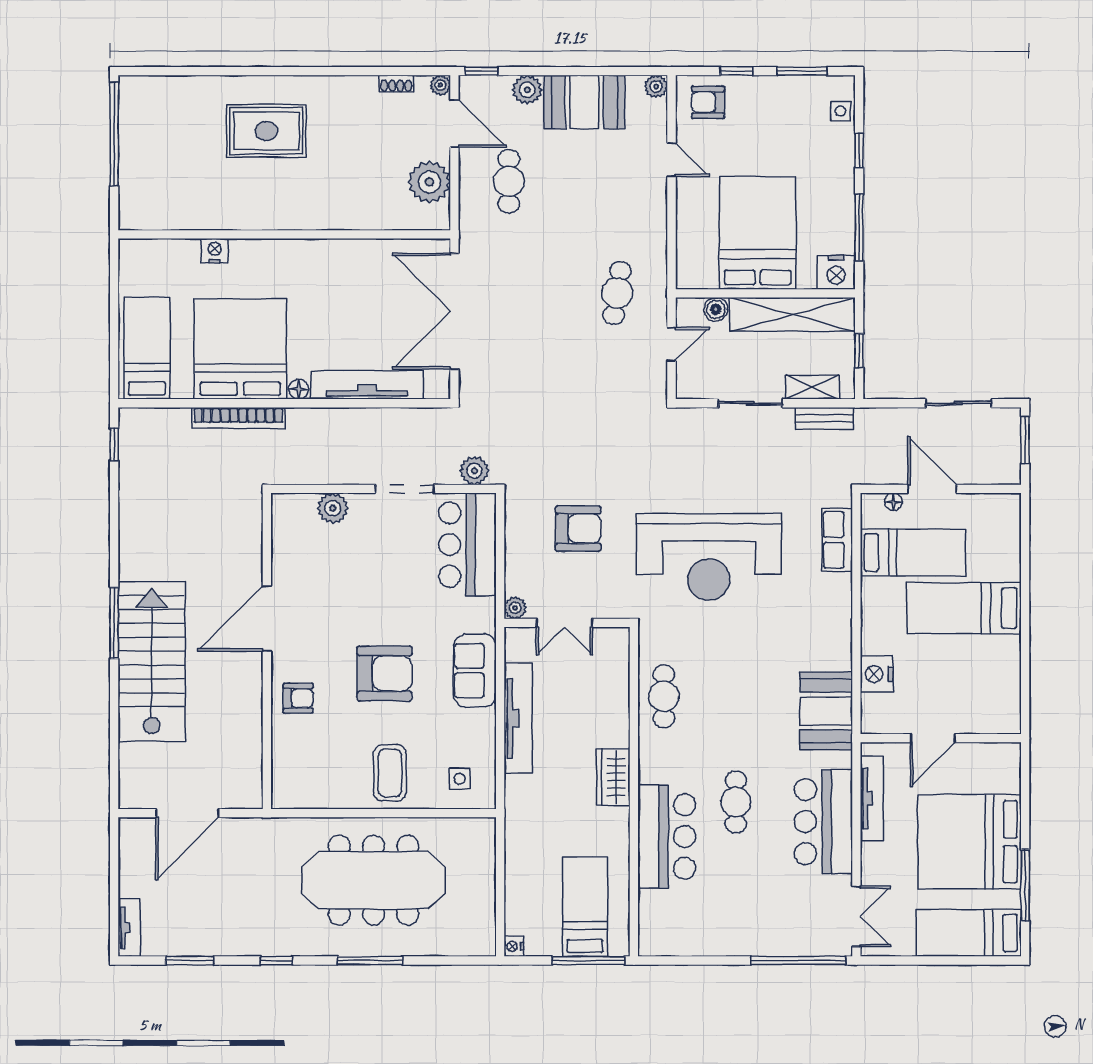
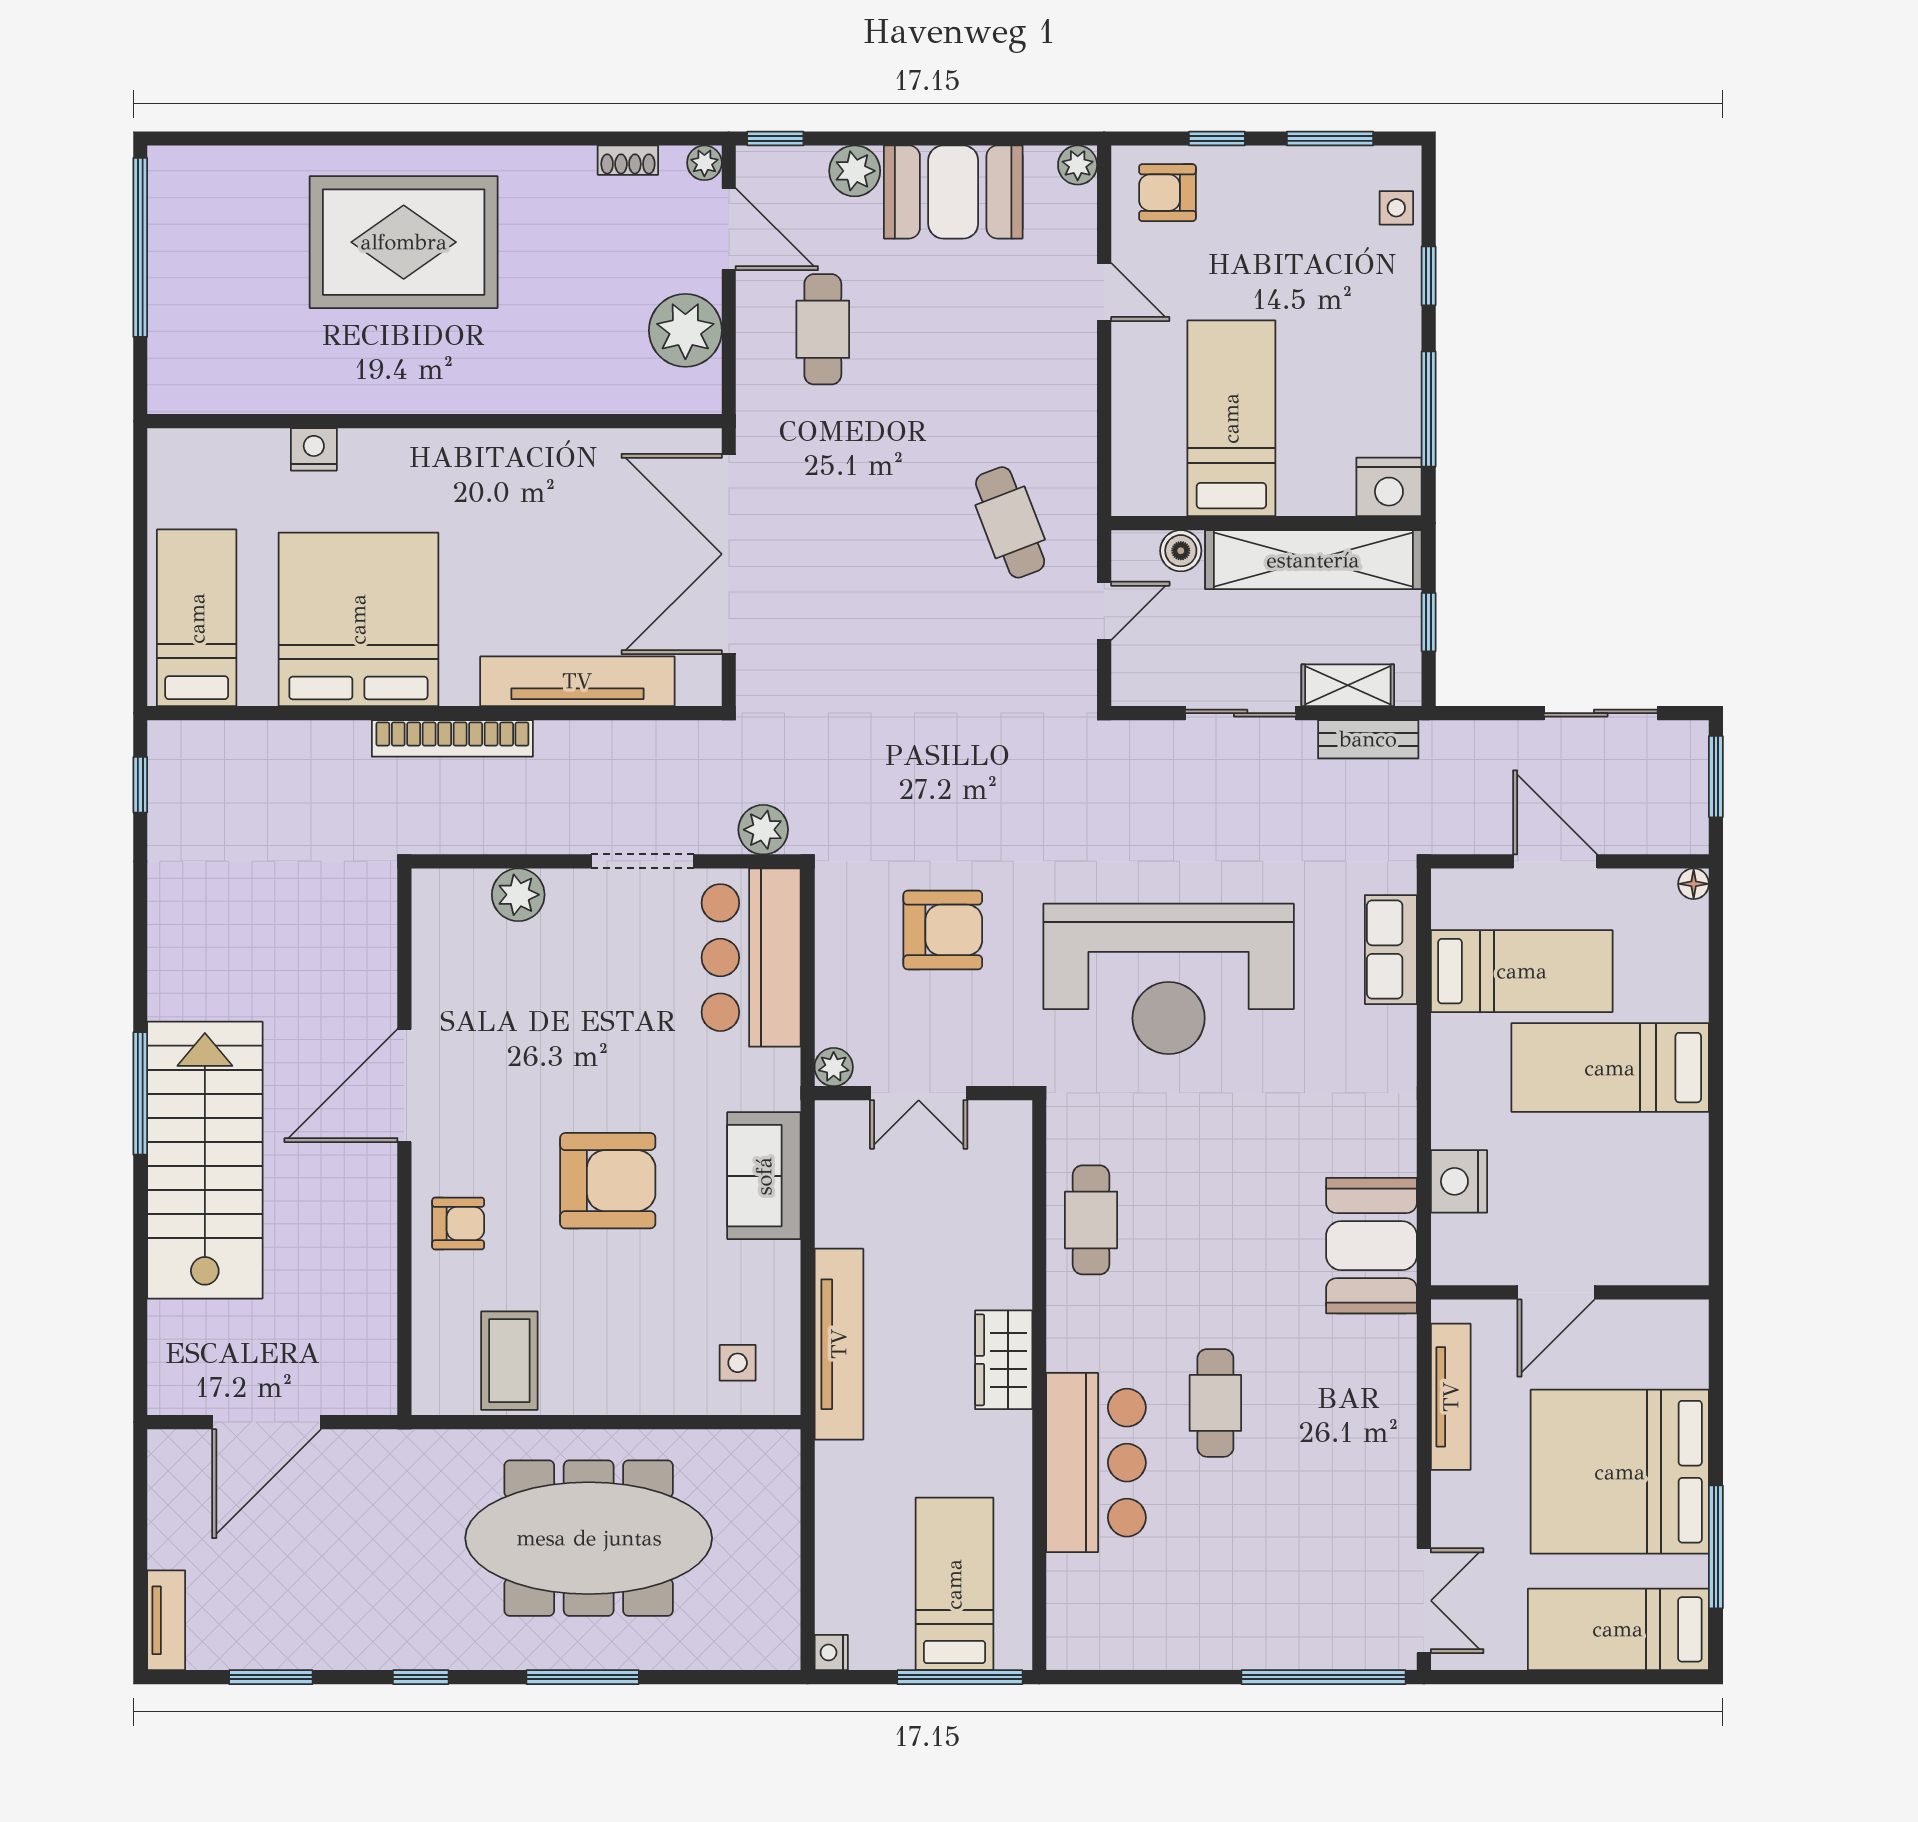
rug: (267, 131) -> (404, 242), width x1.37, depth x1.44
bed: (758, 233) -> (1231, 418), width x0.67
cafe table: (617, 293) -> (1010, 522), turned -30
floor lamp: (299, 389) -> (459, 689), removed
bookcase: (238, 418) -> (452, 738), moved
floor lamp: (893, 502) -> (1694, 884), moved
tv unit: (518, 718) -> (839, 1344), moved
coffee table: (390, 773) -> (509, 1361), moved
bar counter: (823, 822) -> (1367, 1437), removed

